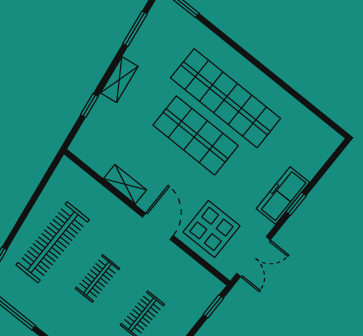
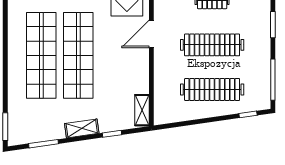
shop shelf: (196, 135) -> (78, 55), width x1.40
shelving: (125, 184) -> (142, 110), moved
clothes rail: (98, 278) -> (212, 45), width x1.86, depth x1.31

